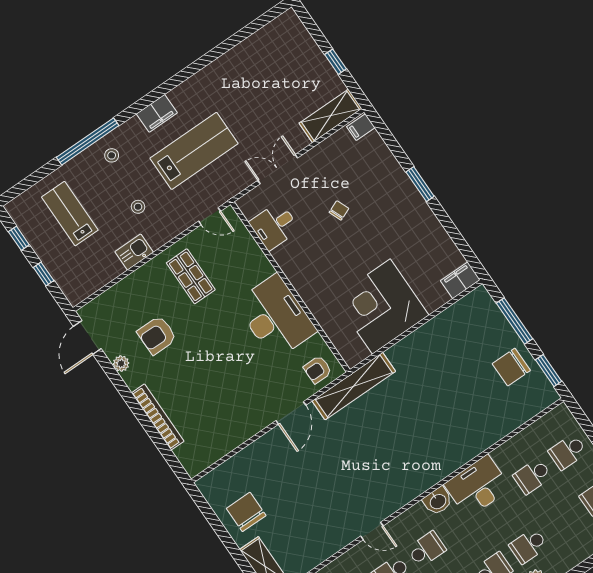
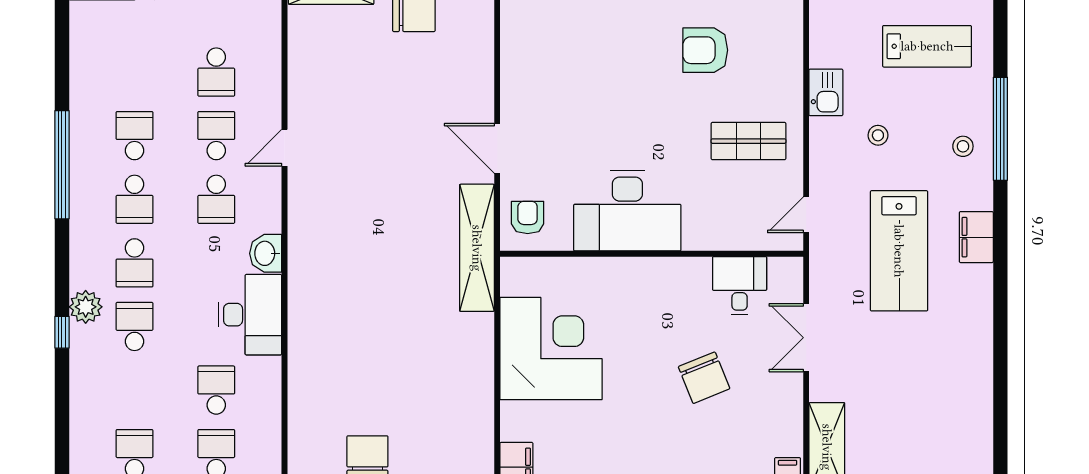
double door: (278, 169) -> (806, 338), swing flipped
chair: (339, 210) -> (704, 378), width x1.87, depth x1.87
armchair: (157, 335) -> (705, 50), turned -90

